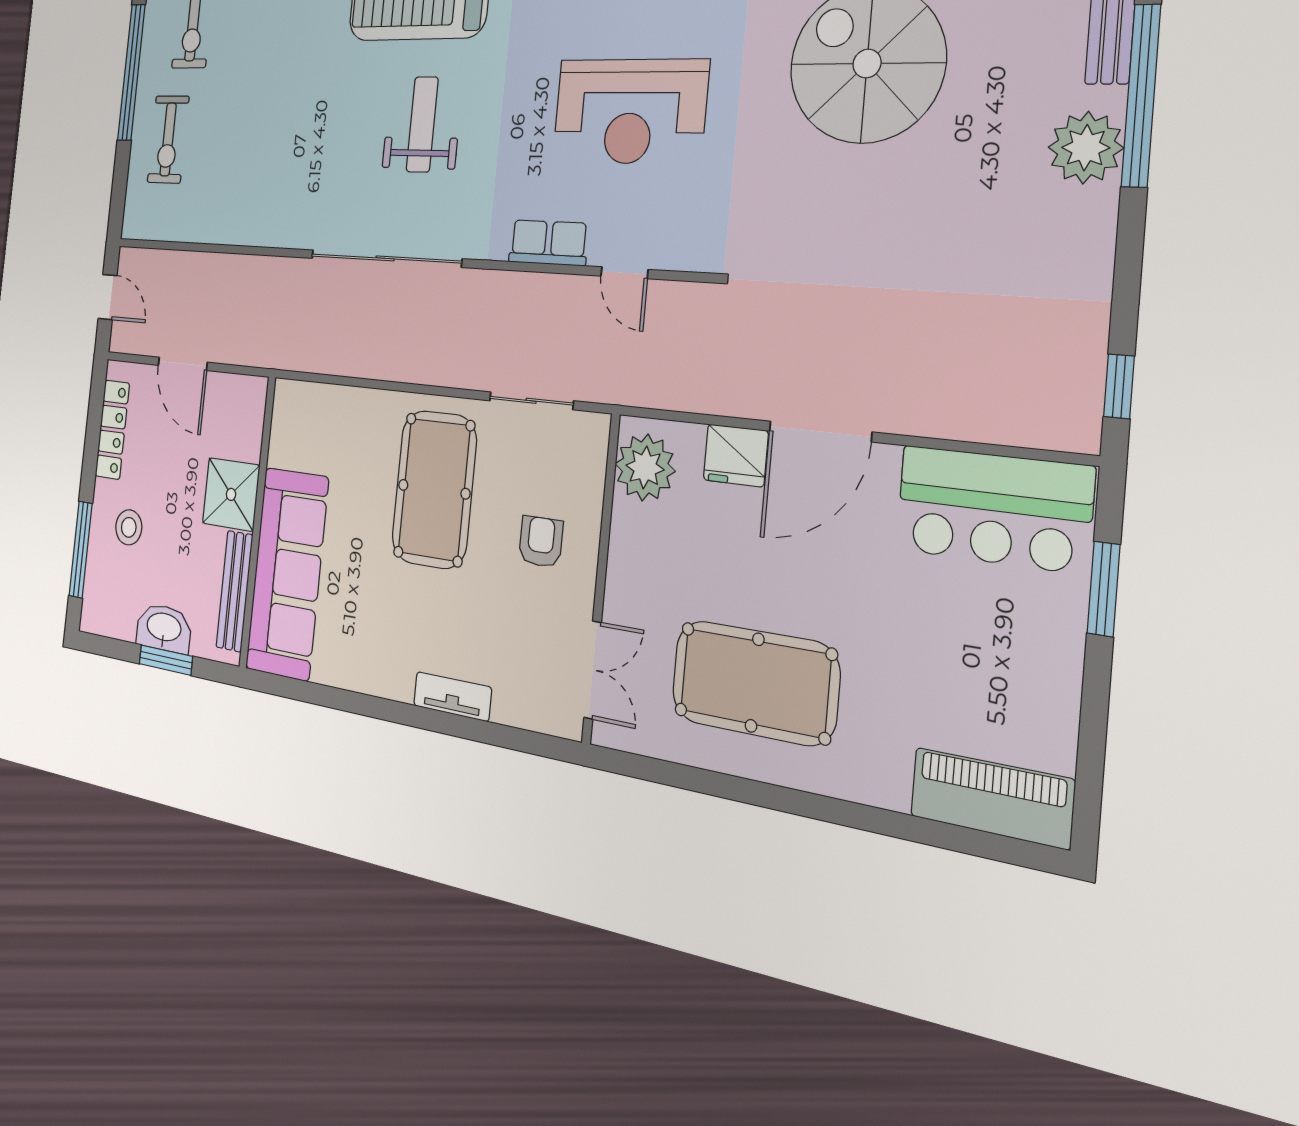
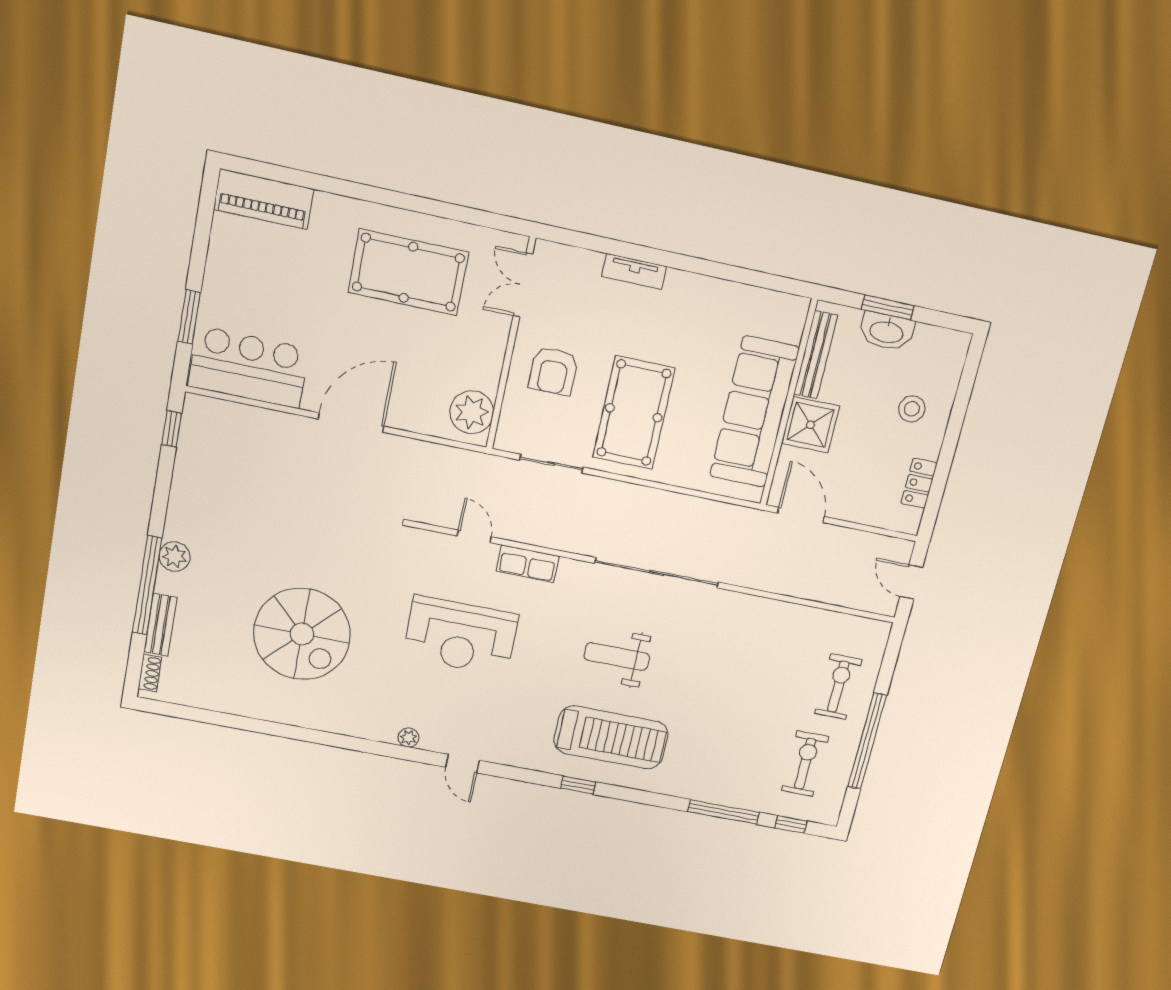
reception desk: (630, 111) -> (461, 636), turned 180
weight bench: (422, 124) -> (617, 657), turned 90
plant: (1086, 148) -> (175, 556), width x0.73, depth x0.73
door: (183, 364) -> (801, 515), moved
locker: (112, 430) -> (919, 483), width x0.66
fridge: (736, 455) -> (408, 414), removed
armchair: (541, 542) -> (553, 371), width x1.38, depth x1.38
window: (81, 550) -> (963, 396), removed
sofa: (287, 573) -> (754, 412), moved

